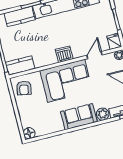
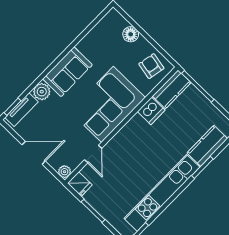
dishwasher: (64, 54) -> (151, 111), moved
floor lamp: (29, 133) -> (131, 34), moved

